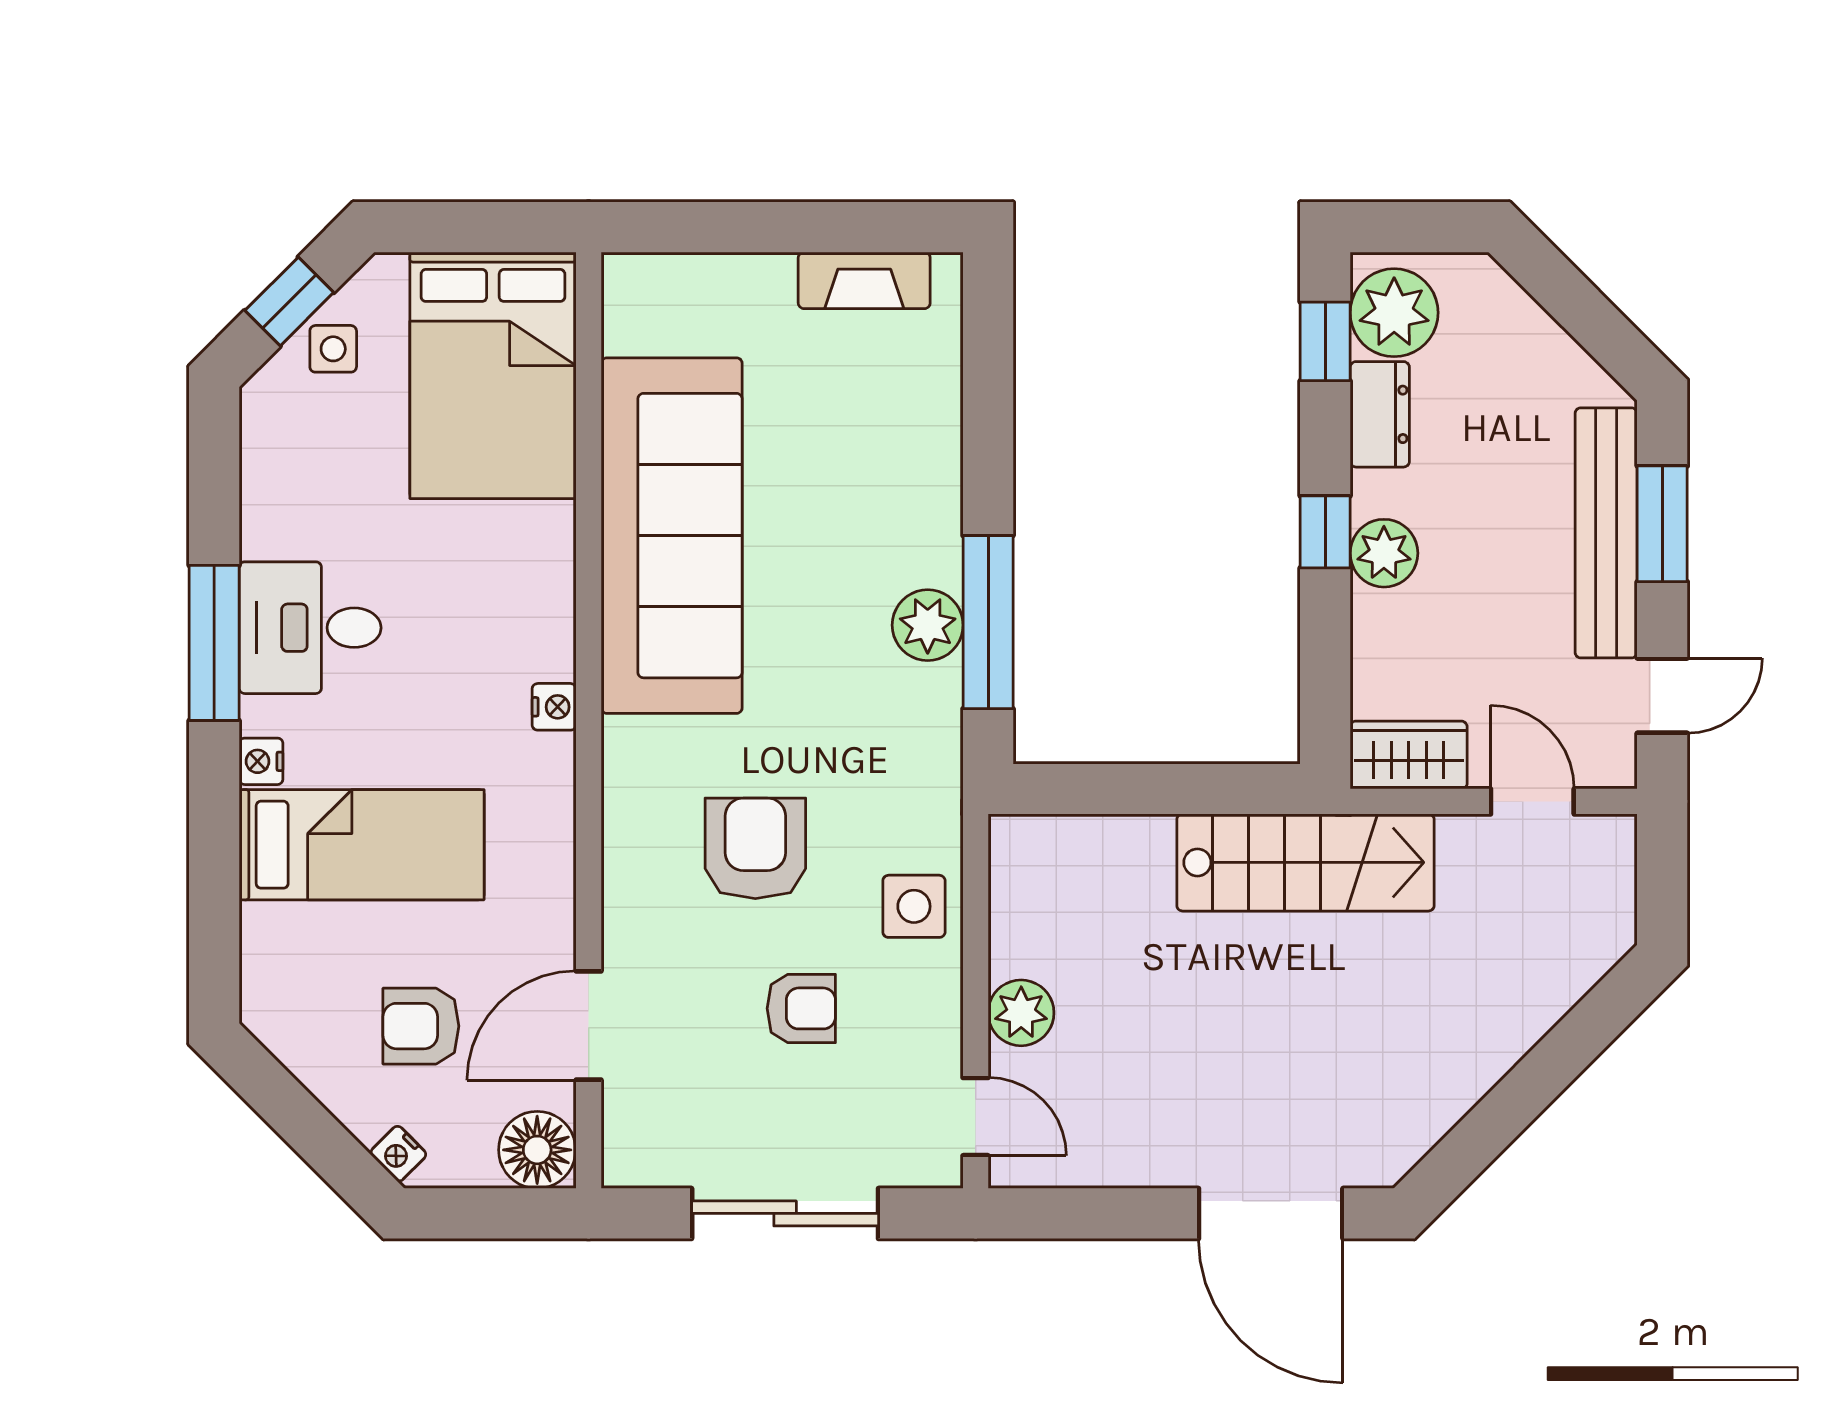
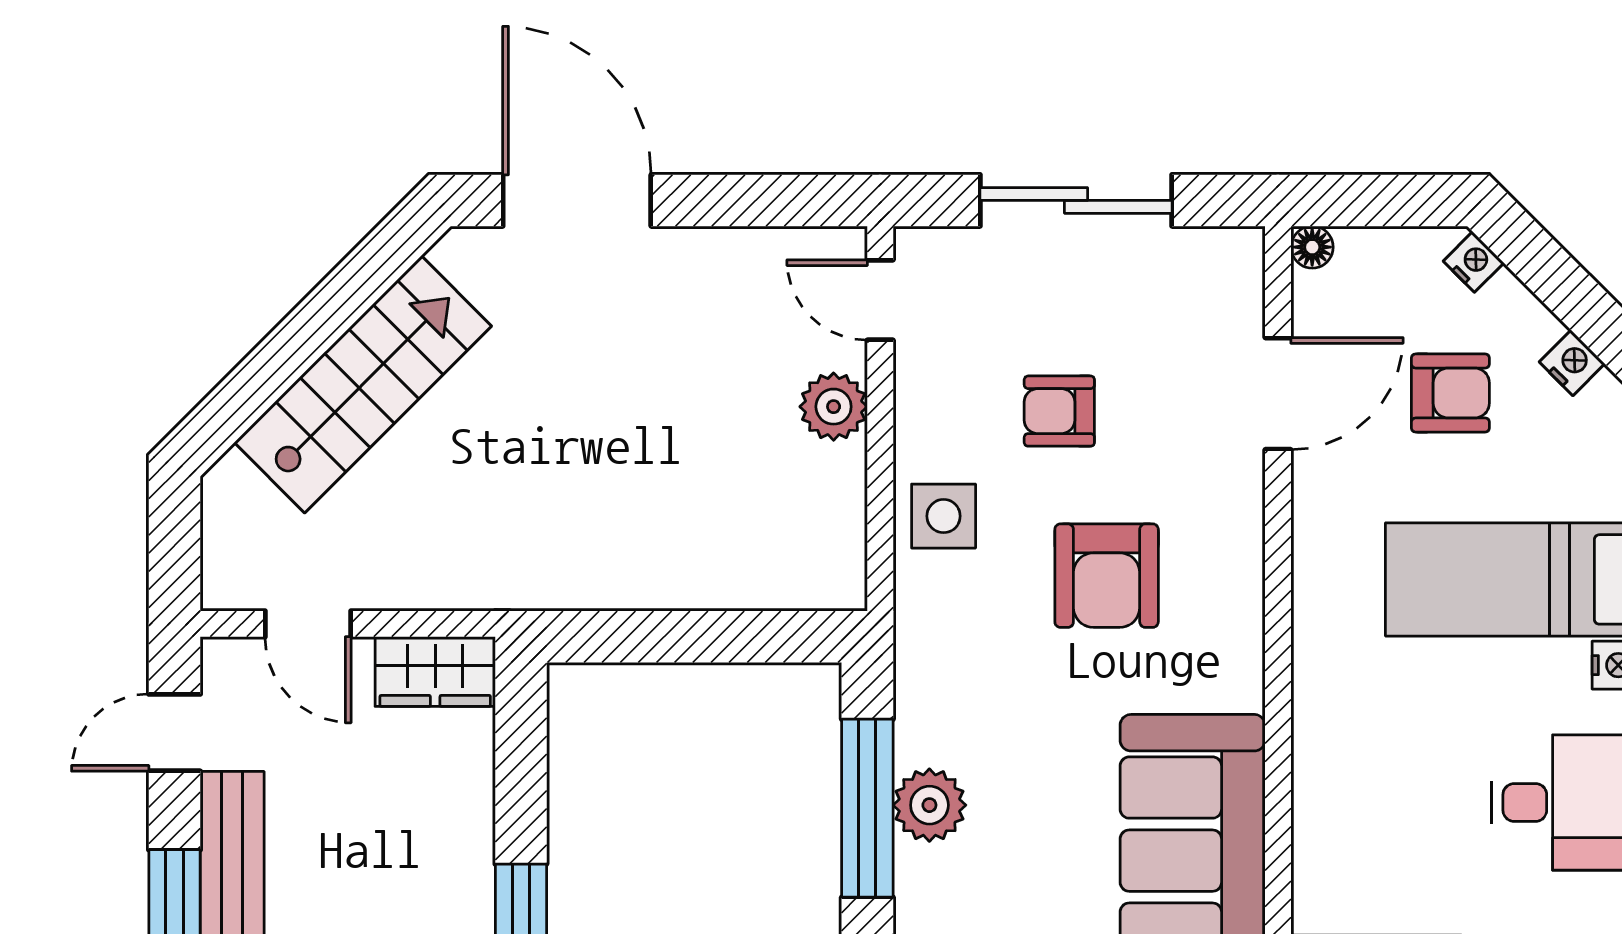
plant: (1384, 553) -> (460, 879), removed
nightstand: (554, 707) -> (1572, 363), moved, turned 135
stairs: (1305, 862) -> (363, 384), moved, turned 135
floor lamp: (537, 1150) -> (1312, 247), width x0.53, depth x0.53

